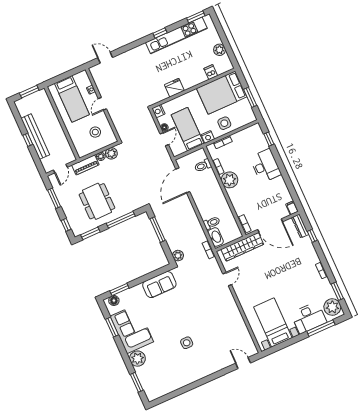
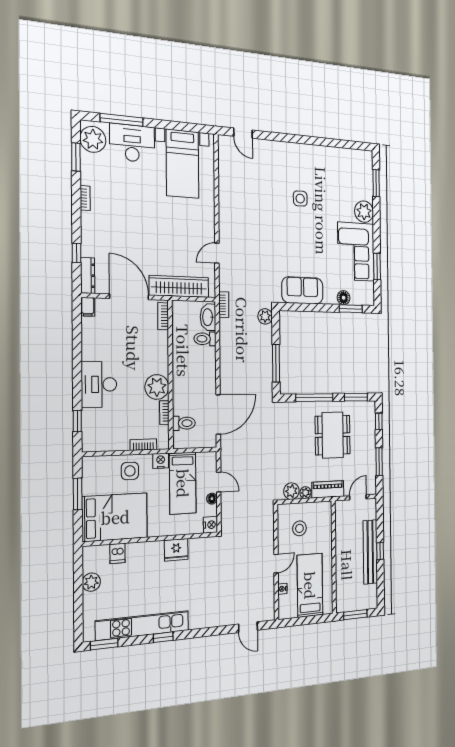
door: (164, 139) -> (219, 482), swing flipped
floor lamp: (114, 300) -> (344, 298), moved

